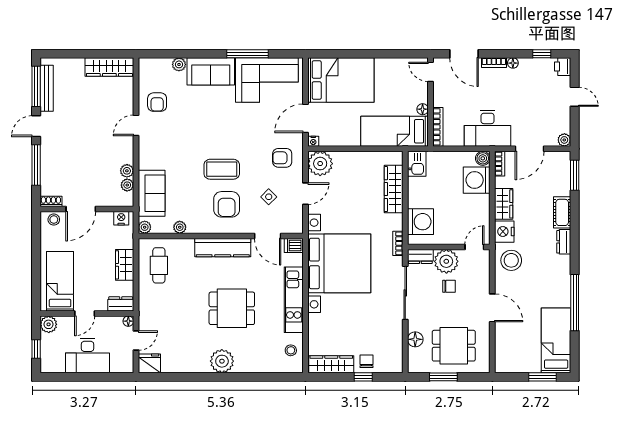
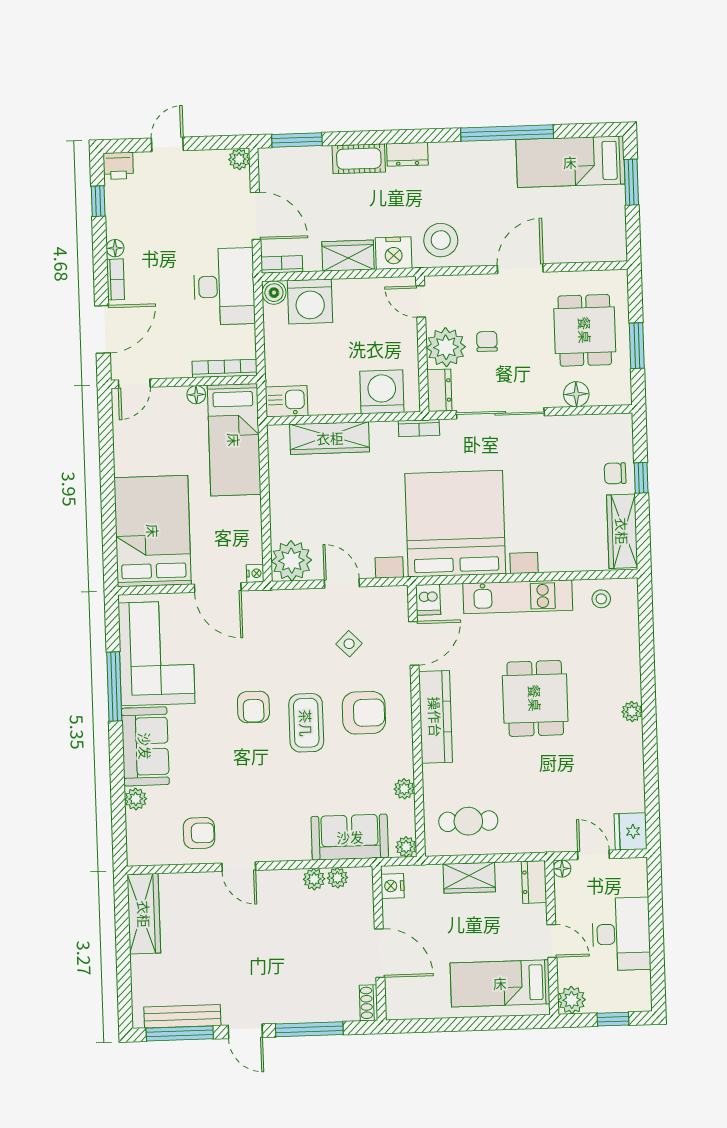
armchair: (282, 158) -> (253, 707), moved
stool: (54, 220) -> (398, 997), removed
plant: (222, 361) -> (632, 712), width x0.53, depth x0.53

